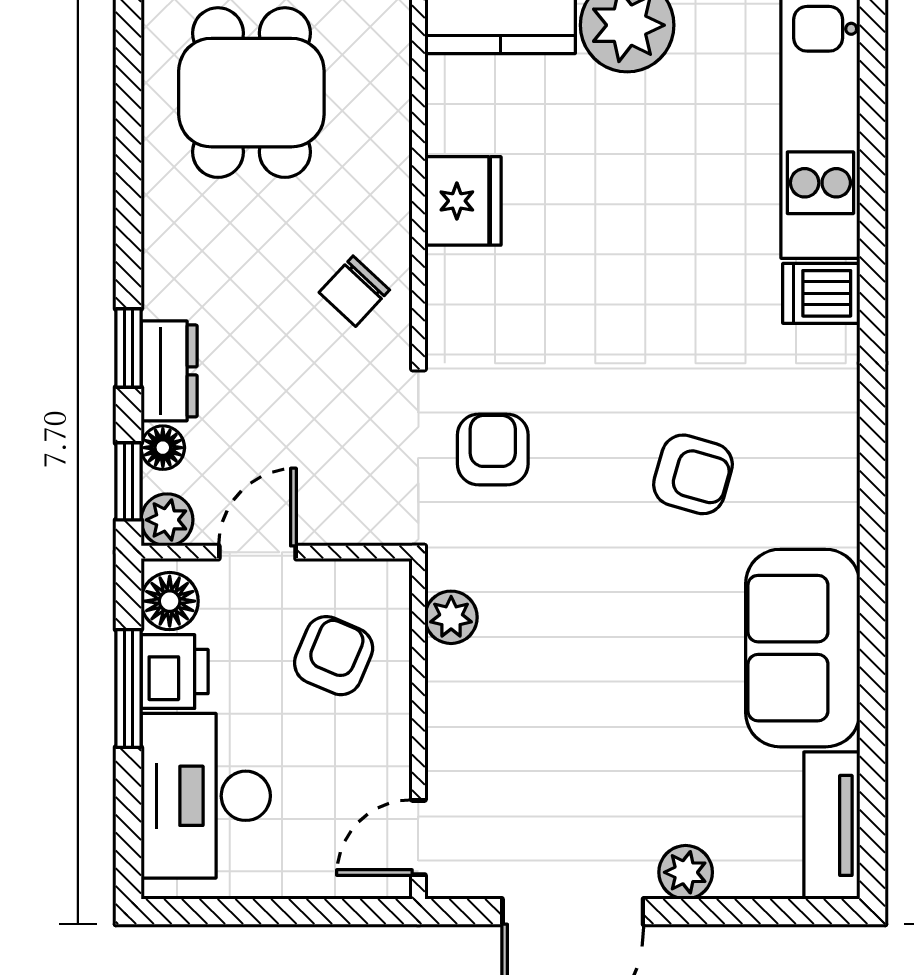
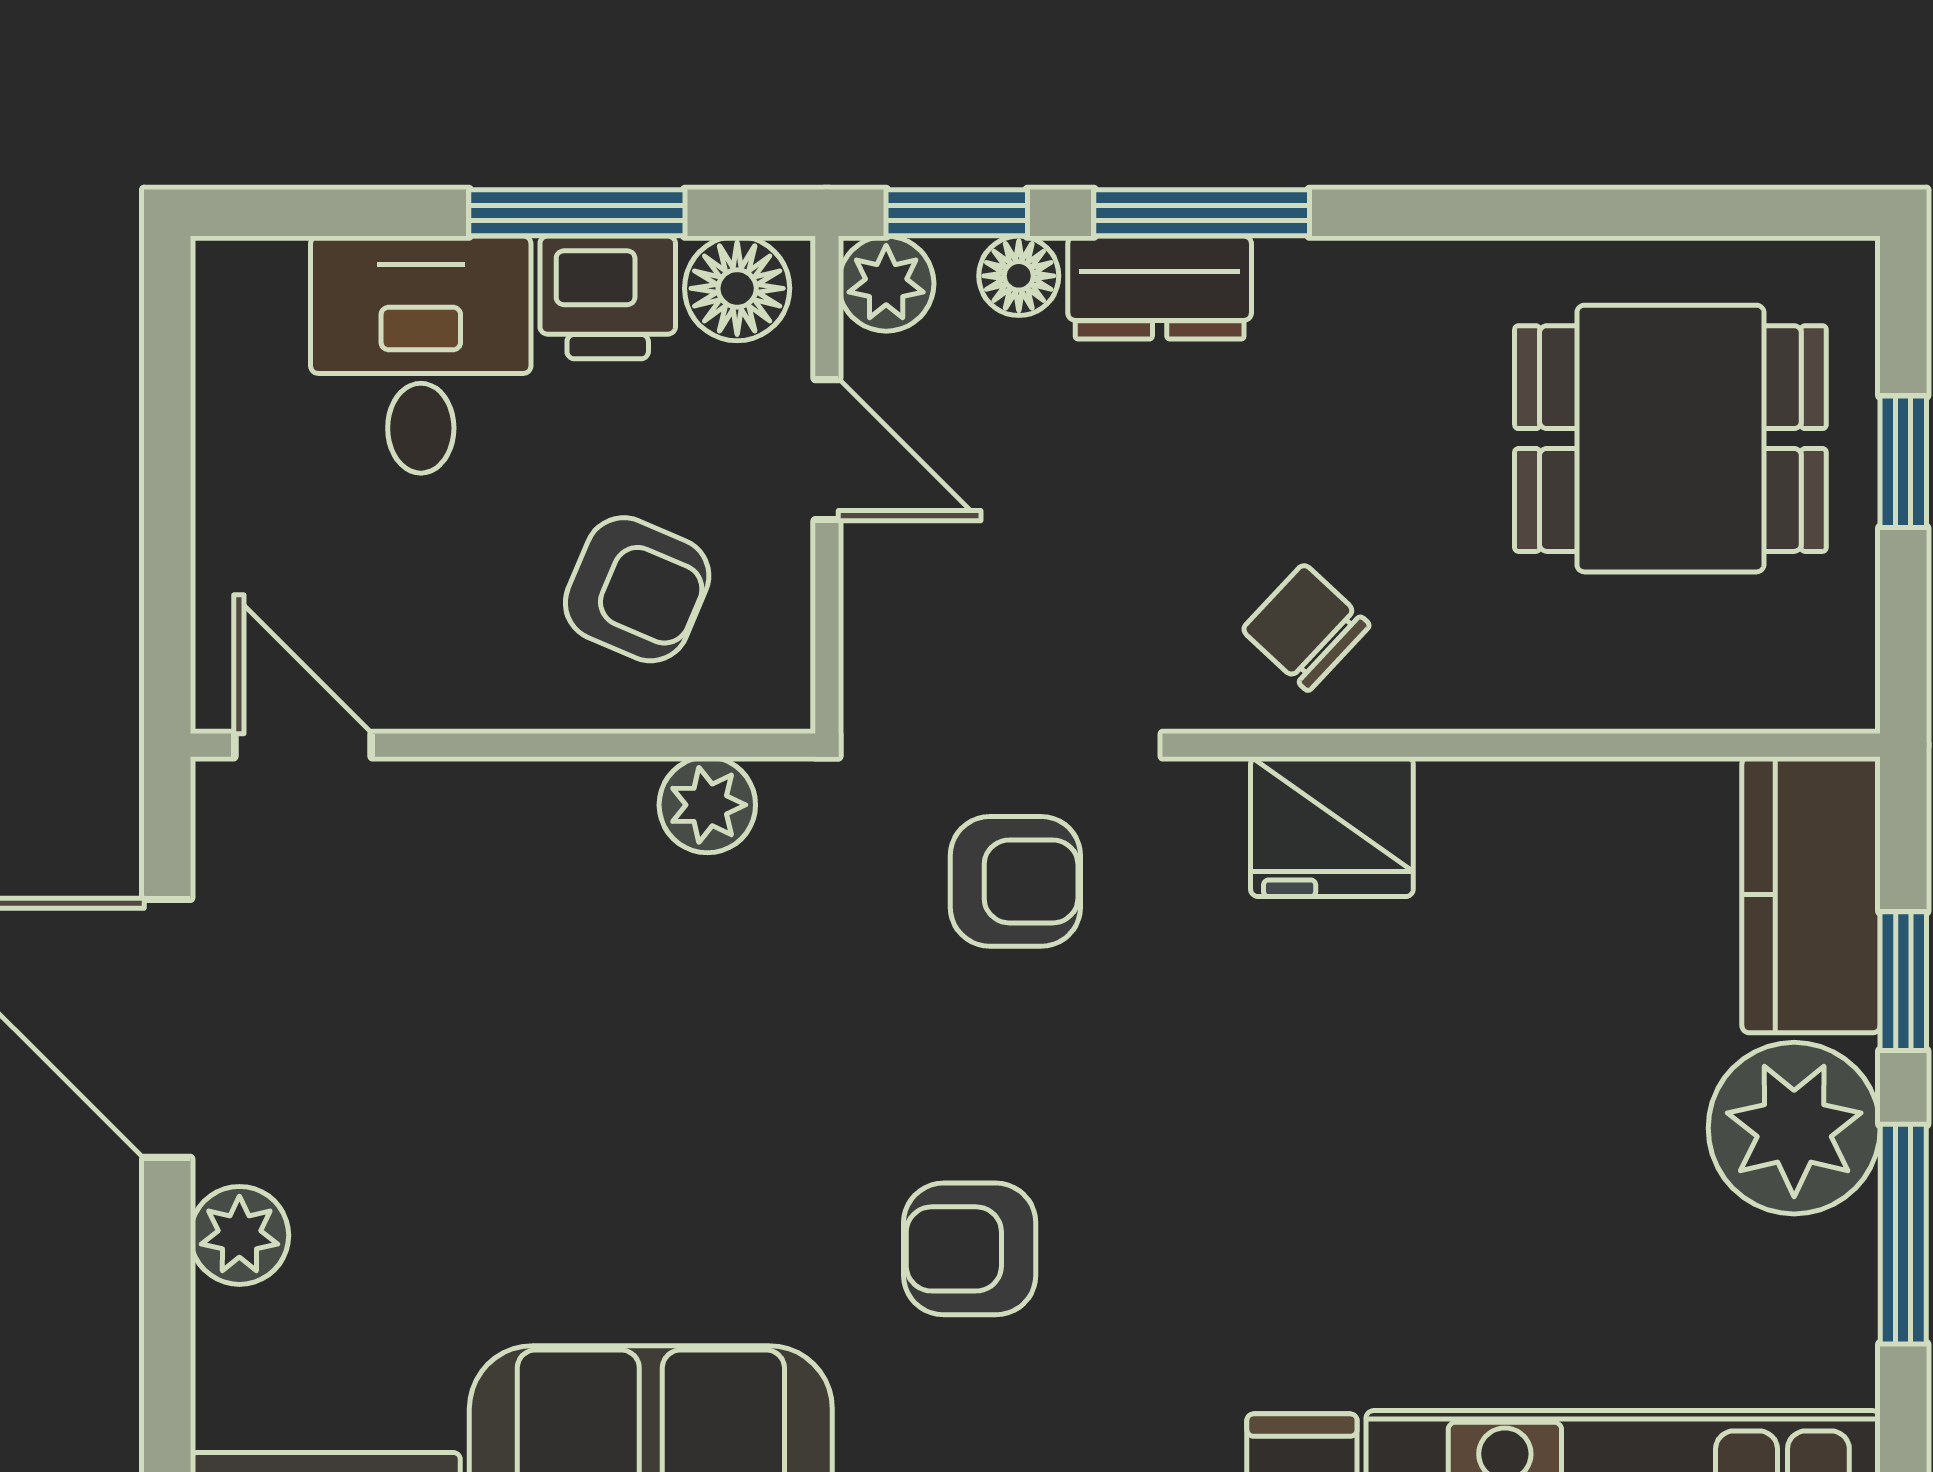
fridge: (463, 201) -> (1332, 827), moved
window: (128, 348) -> (1202, 213), width x1.50
armchair: (693, 474) -> (970, 1249), turned 74
desk: (206, 796) -> (421, 355), width x0.73

